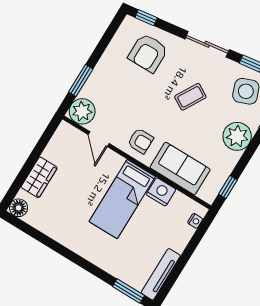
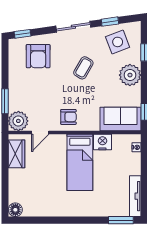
door: (99, 139) -> (40, 132), hinge flipped
sofa: (180, 168) -> (120, 119), moved
wardrobe: (39, 177) -> (17, 154), moved

